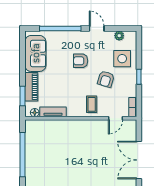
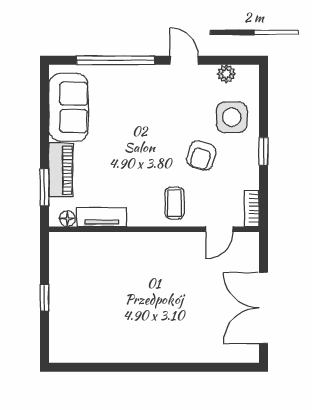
armchair: (81, 61) -> (154, 121), removed
window: (23, 155) -> (44, 298), width x0.32

